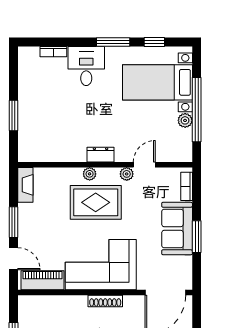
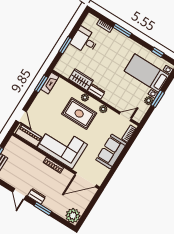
window: (113, 42) -> (122, 30), moved
desk: (86, 66) -> (85, 41), moved, turned -90
window: (197, 110) -> (158, 99), width x0.47
wardrobe: (67, 151) -> (81, 80), added
door: (144, 165) -> (125, 116), moved
window: (13, 222) -> (41, 84), moved
window: (197, 237) -> (118, 162), removed

